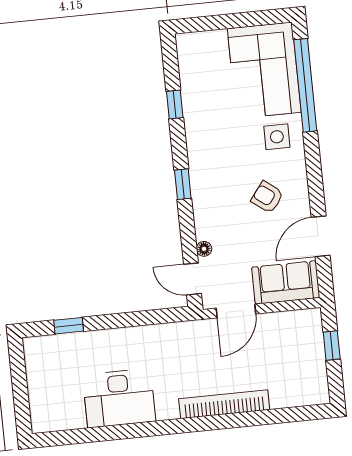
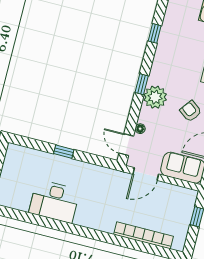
plant: (209, 196) -> (155, 97), added
window: (69, 326) -> (64, 152), moved
bookcase: (224, 404) -> (143, 235), moved

